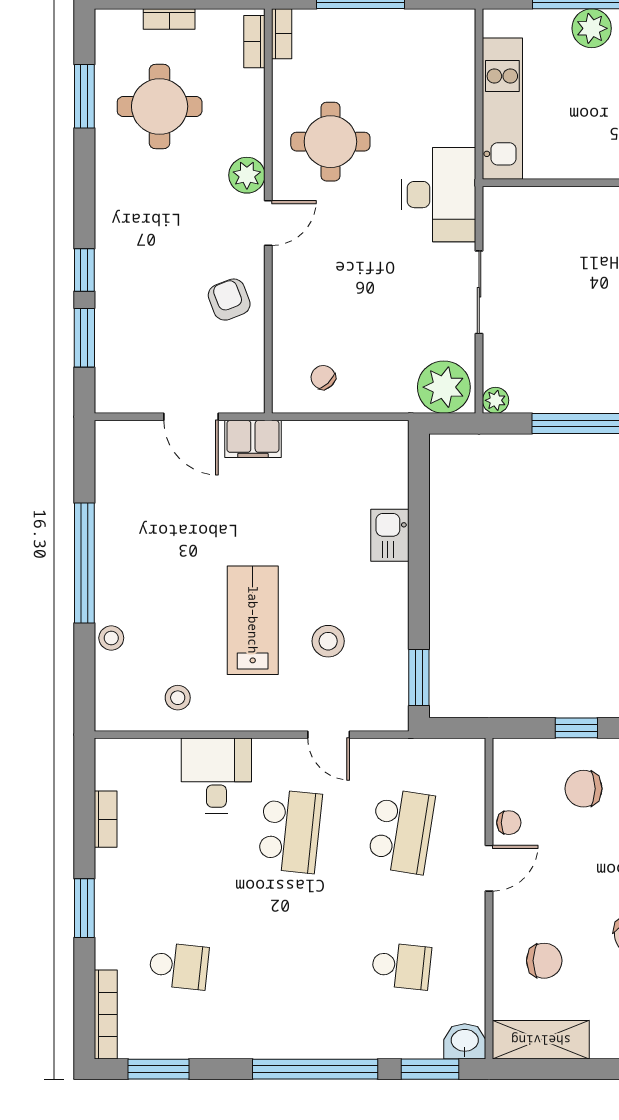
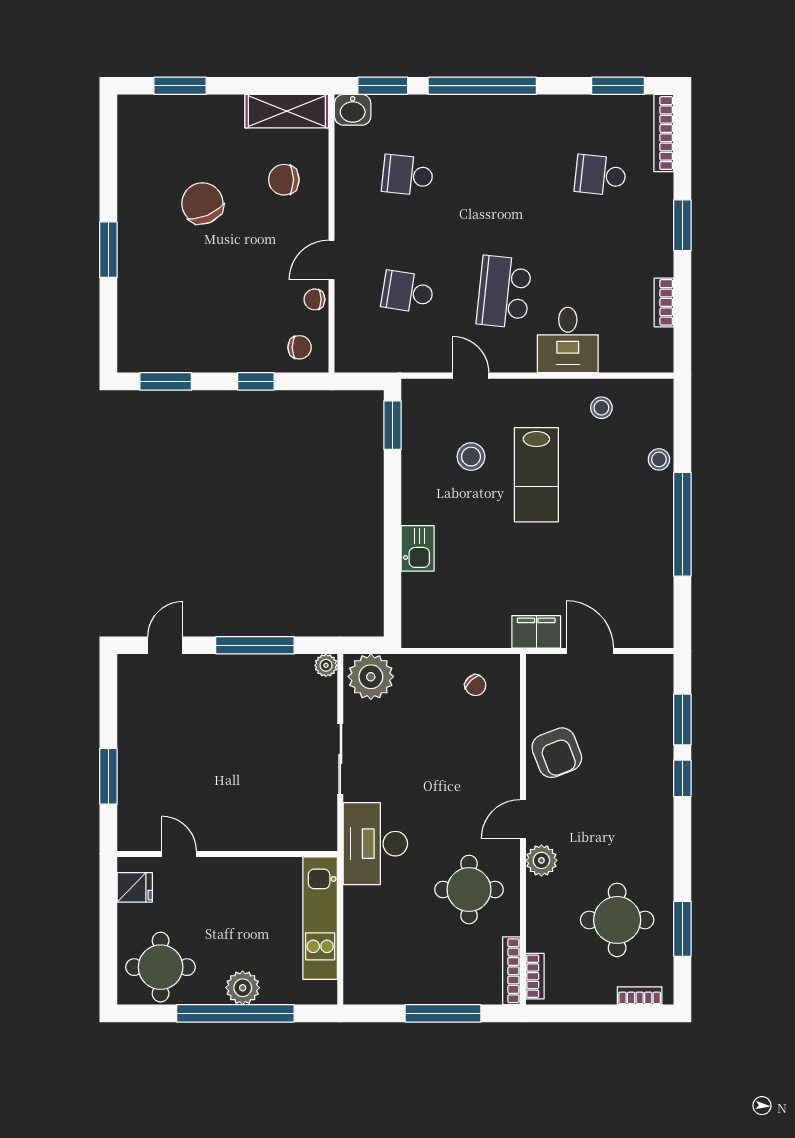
bookcase: (169, 19) -> (640, 996), moved
bookcase: (282, 34) -> (511, 971), width x1.56
armchair: (229, 300) -> (557, 753), width x1.38, depth x1.38
chair: (584, 789) -> (300, 347), moved, width x0.73, depth x0.73
school desk: (401, 831) -> (408, 292), width x0.54

